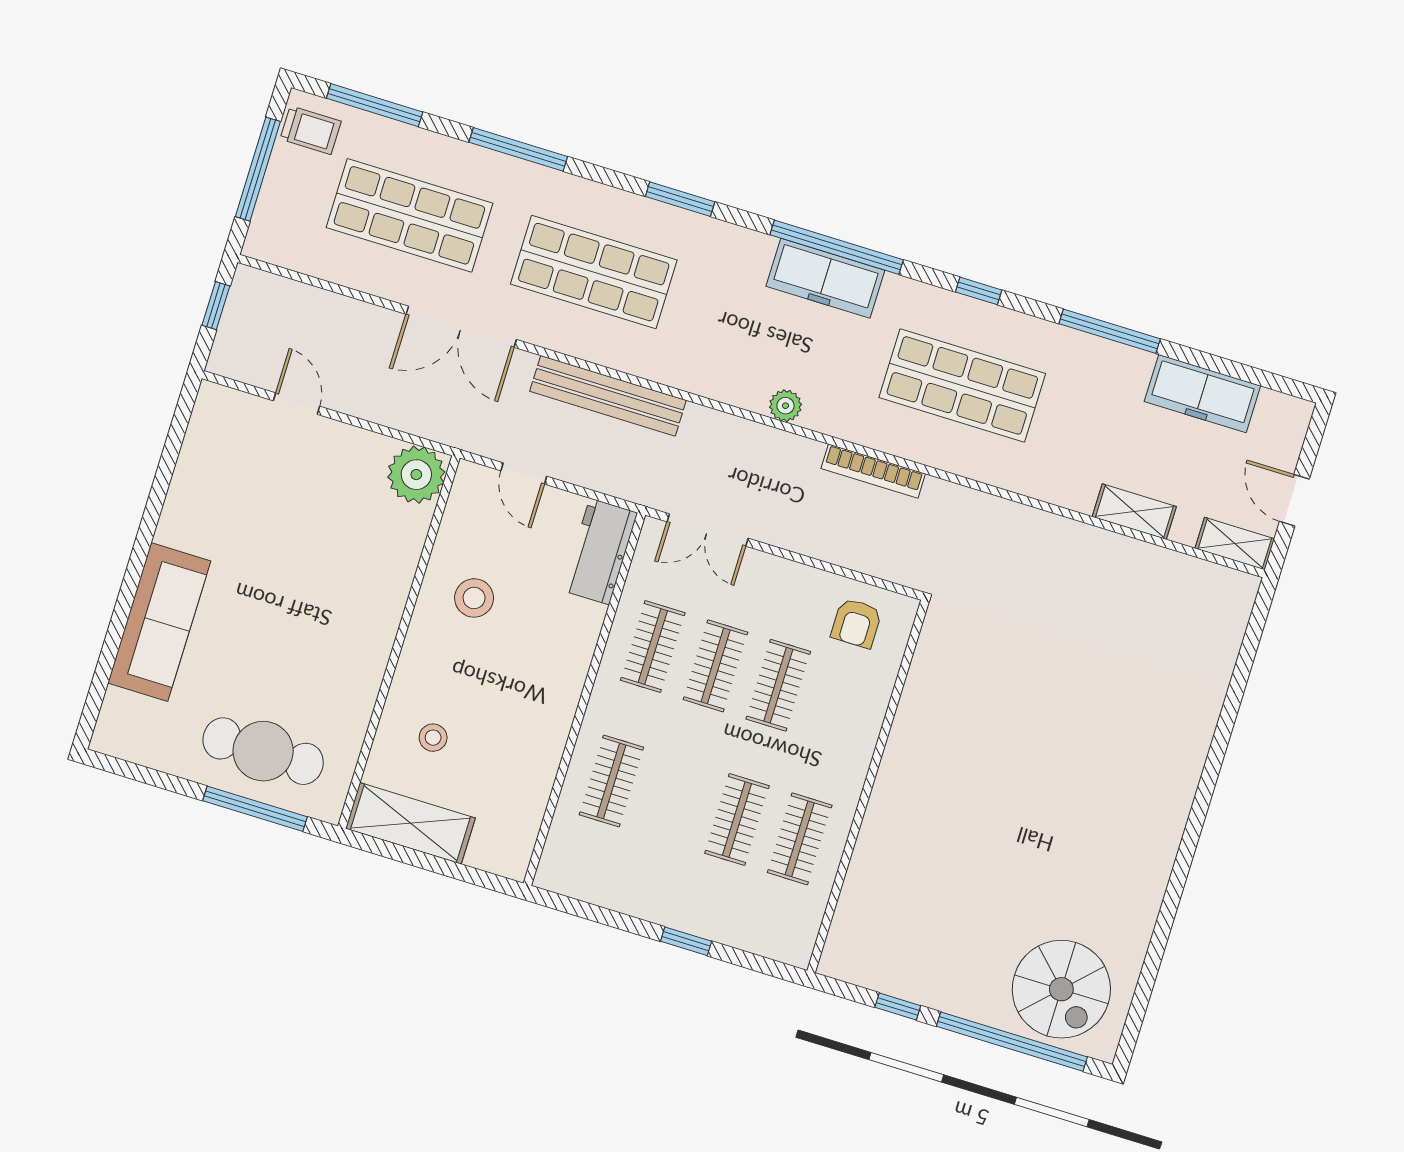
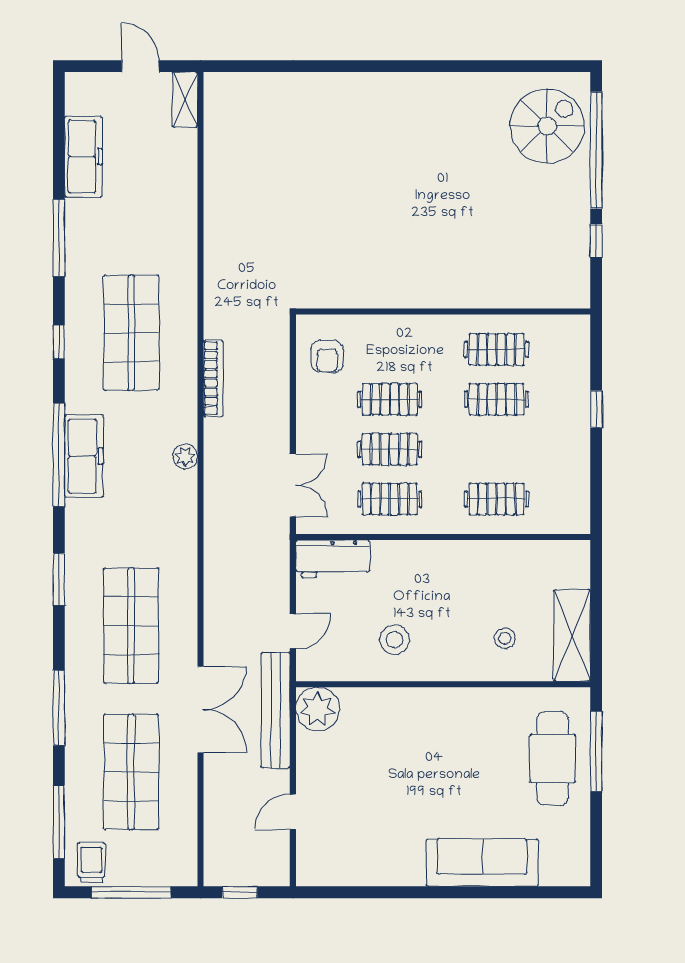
bench: (608, 396) -> (276, 710), moved
door: (1294, 500) -> (140, 66), swing flipped
shelving: (1134, 512) -> (184, 180), removed
armchair: (856, 623) -> (327, 356), turned 90

